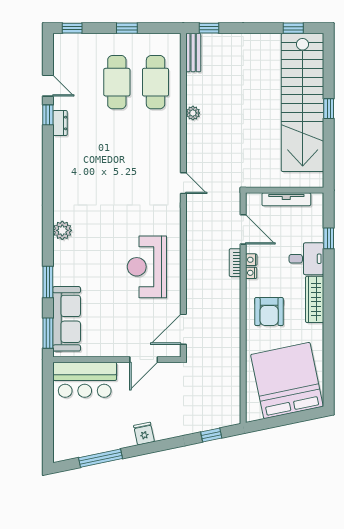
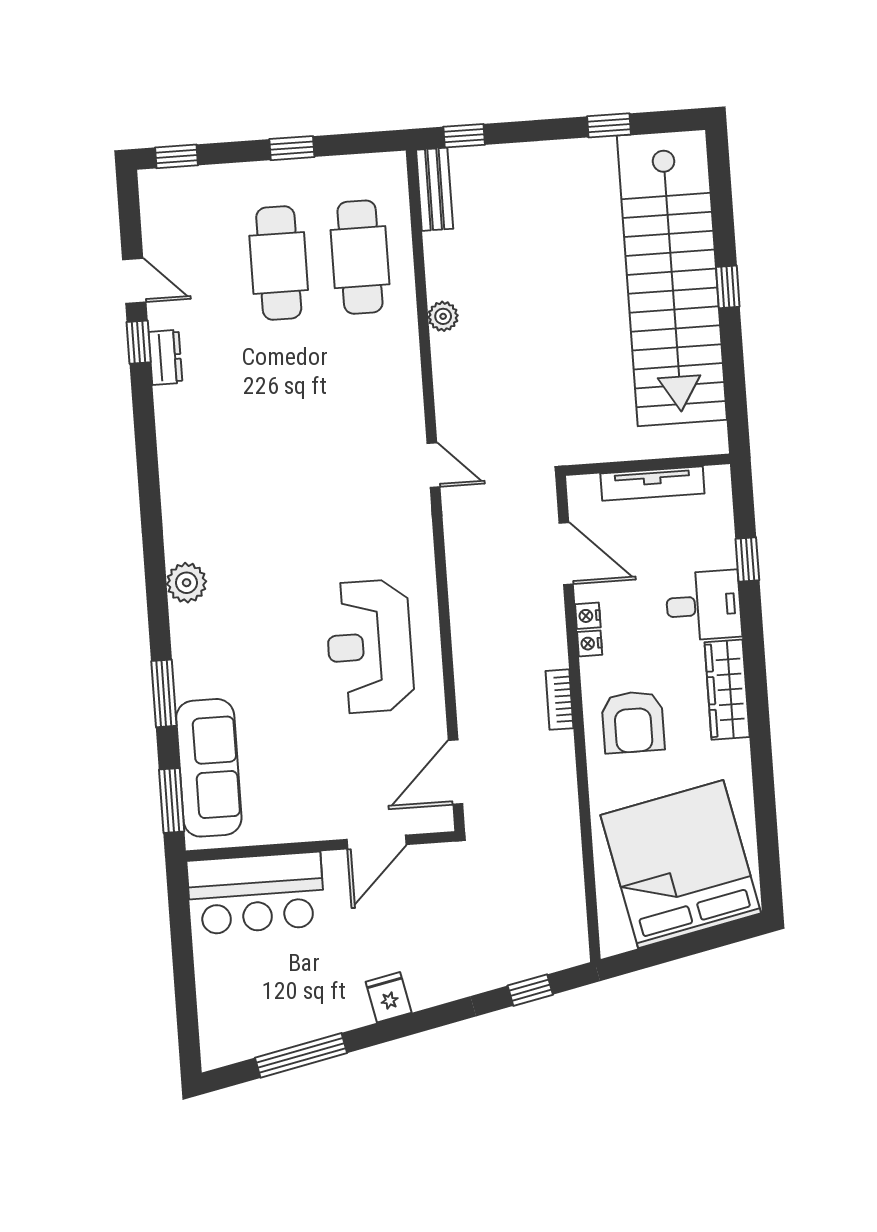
window: (293, 28) -> (609, 125), moved
bookcase: (235, 263) -> (559, 700), moved

